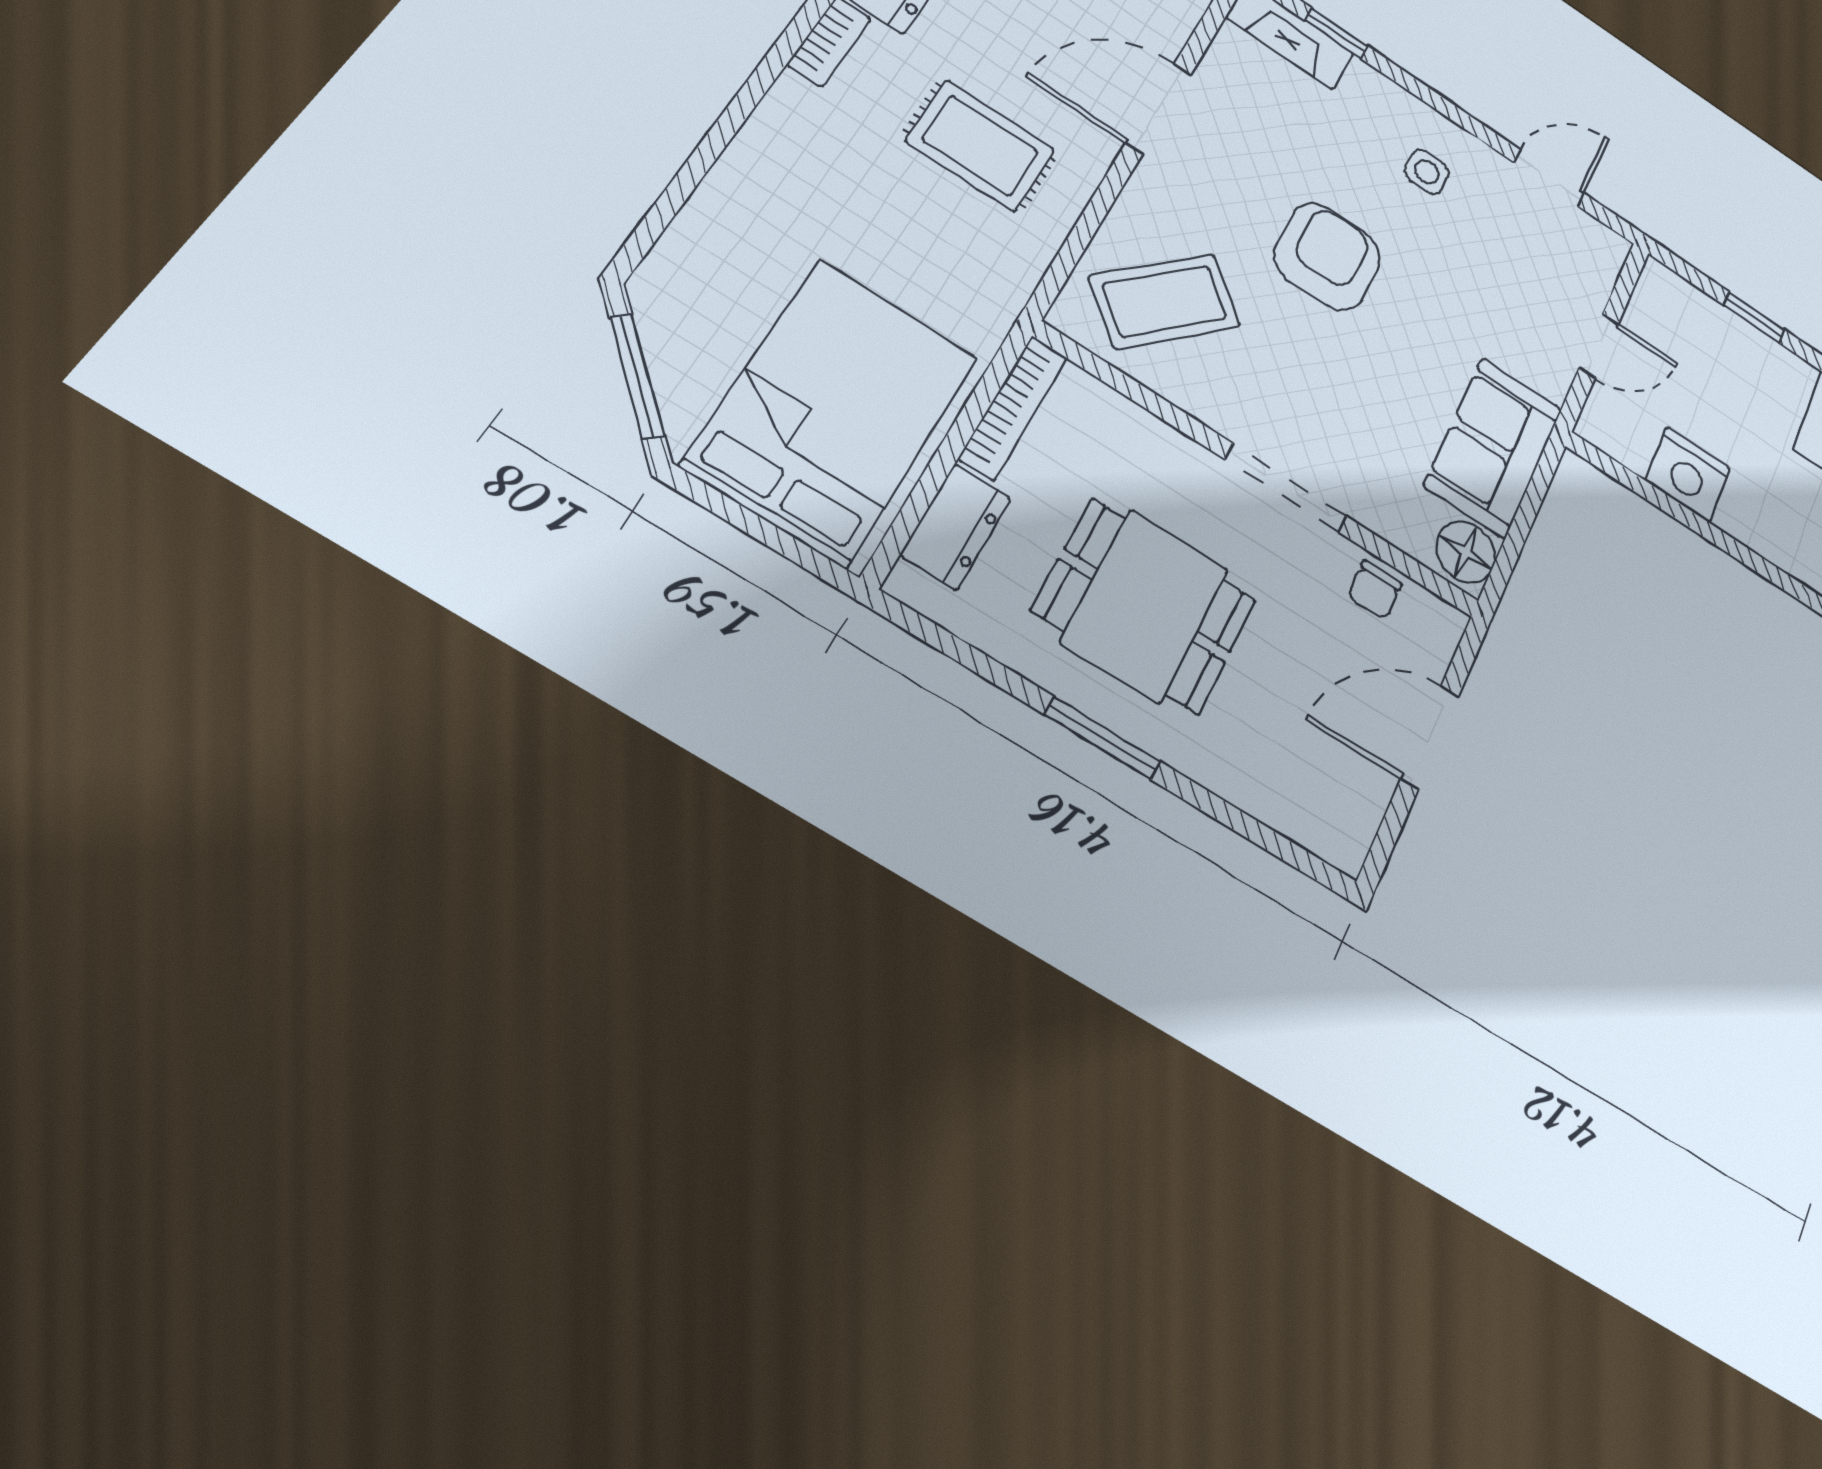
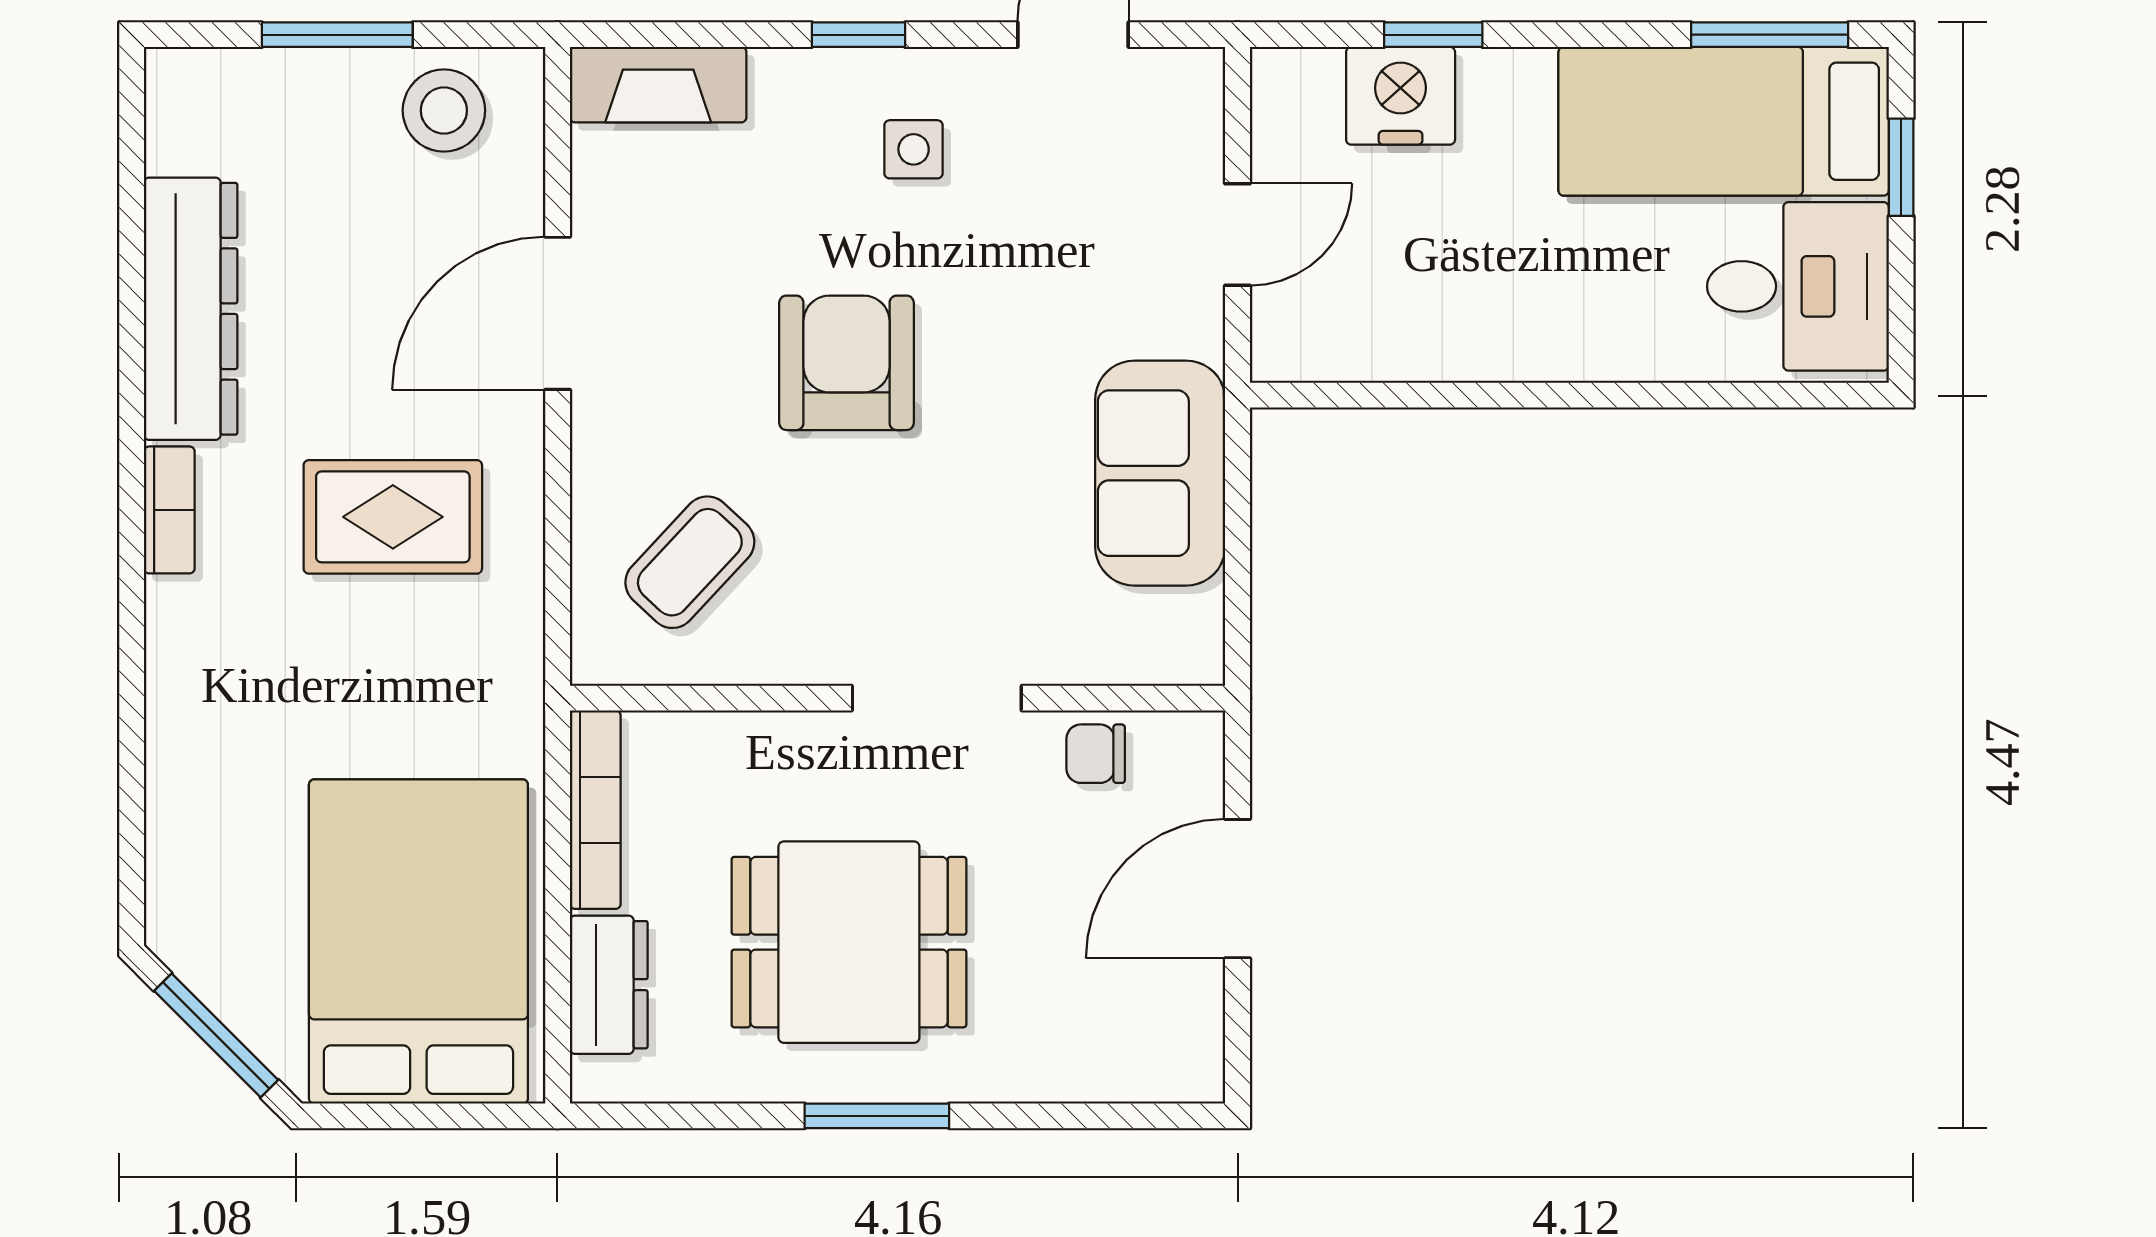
window: (1336, 33) -> (858, 35), moved
coffee table: (1165, 301) -> (690, 562), width x0.73, depth x0.77
nightstand: (1688, 474) -> (1401, 96), moved, turned 180
floor lamp: (1466, 552) -> (1184, 634), removed
chair: (1375, 590) -> (1096, 754), turned 90

